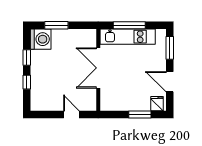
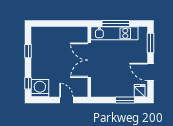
window: (56, 25) -> (53, 24), removed
washing machine: (41, 39) -> (40, 88), moved, turned -90
window: (27, 82) -> (28, 83), moved

